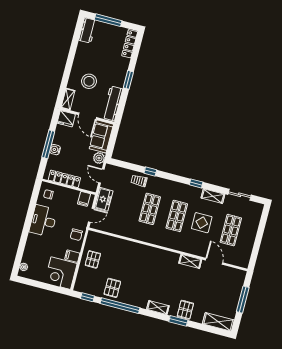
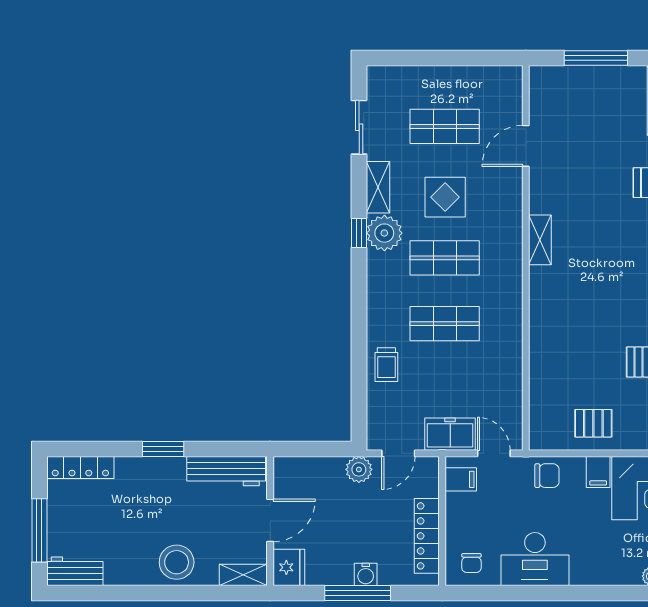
stool: (89, 81) -> (177, 562), moved
sofa: (101, 136) -> (308, 477), removed
window: (150, 172) -> (359, 344), removed
plant: (193, 194) -> (384, 233), added
shelving: (190, 261) -> (540, 240), moved

